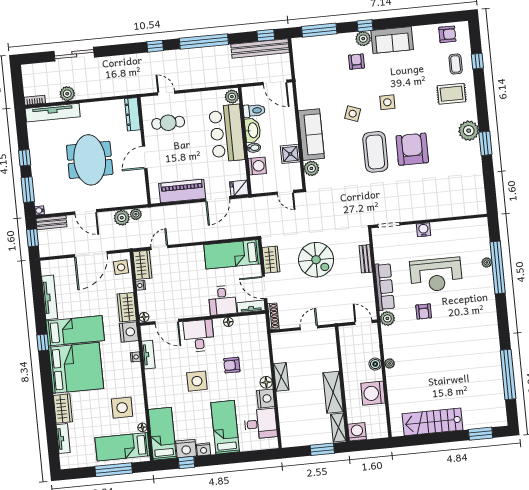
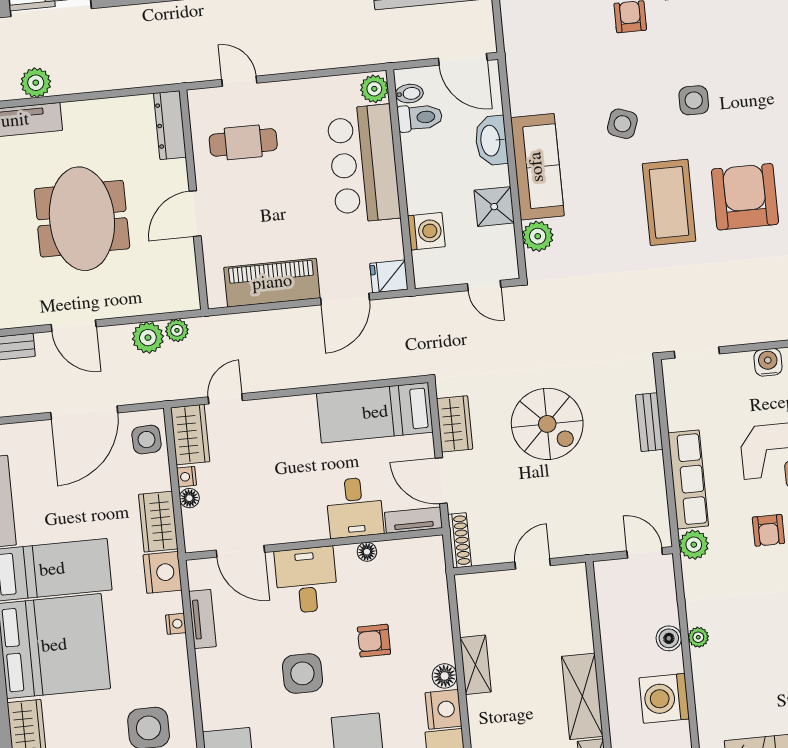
washbasin: (253, 130) -> (491, 141), moved, turned 180
bidet: (254, 148) -> (409, 94), moved
floor lamp: (144, 317) -> (189, 498), moved

